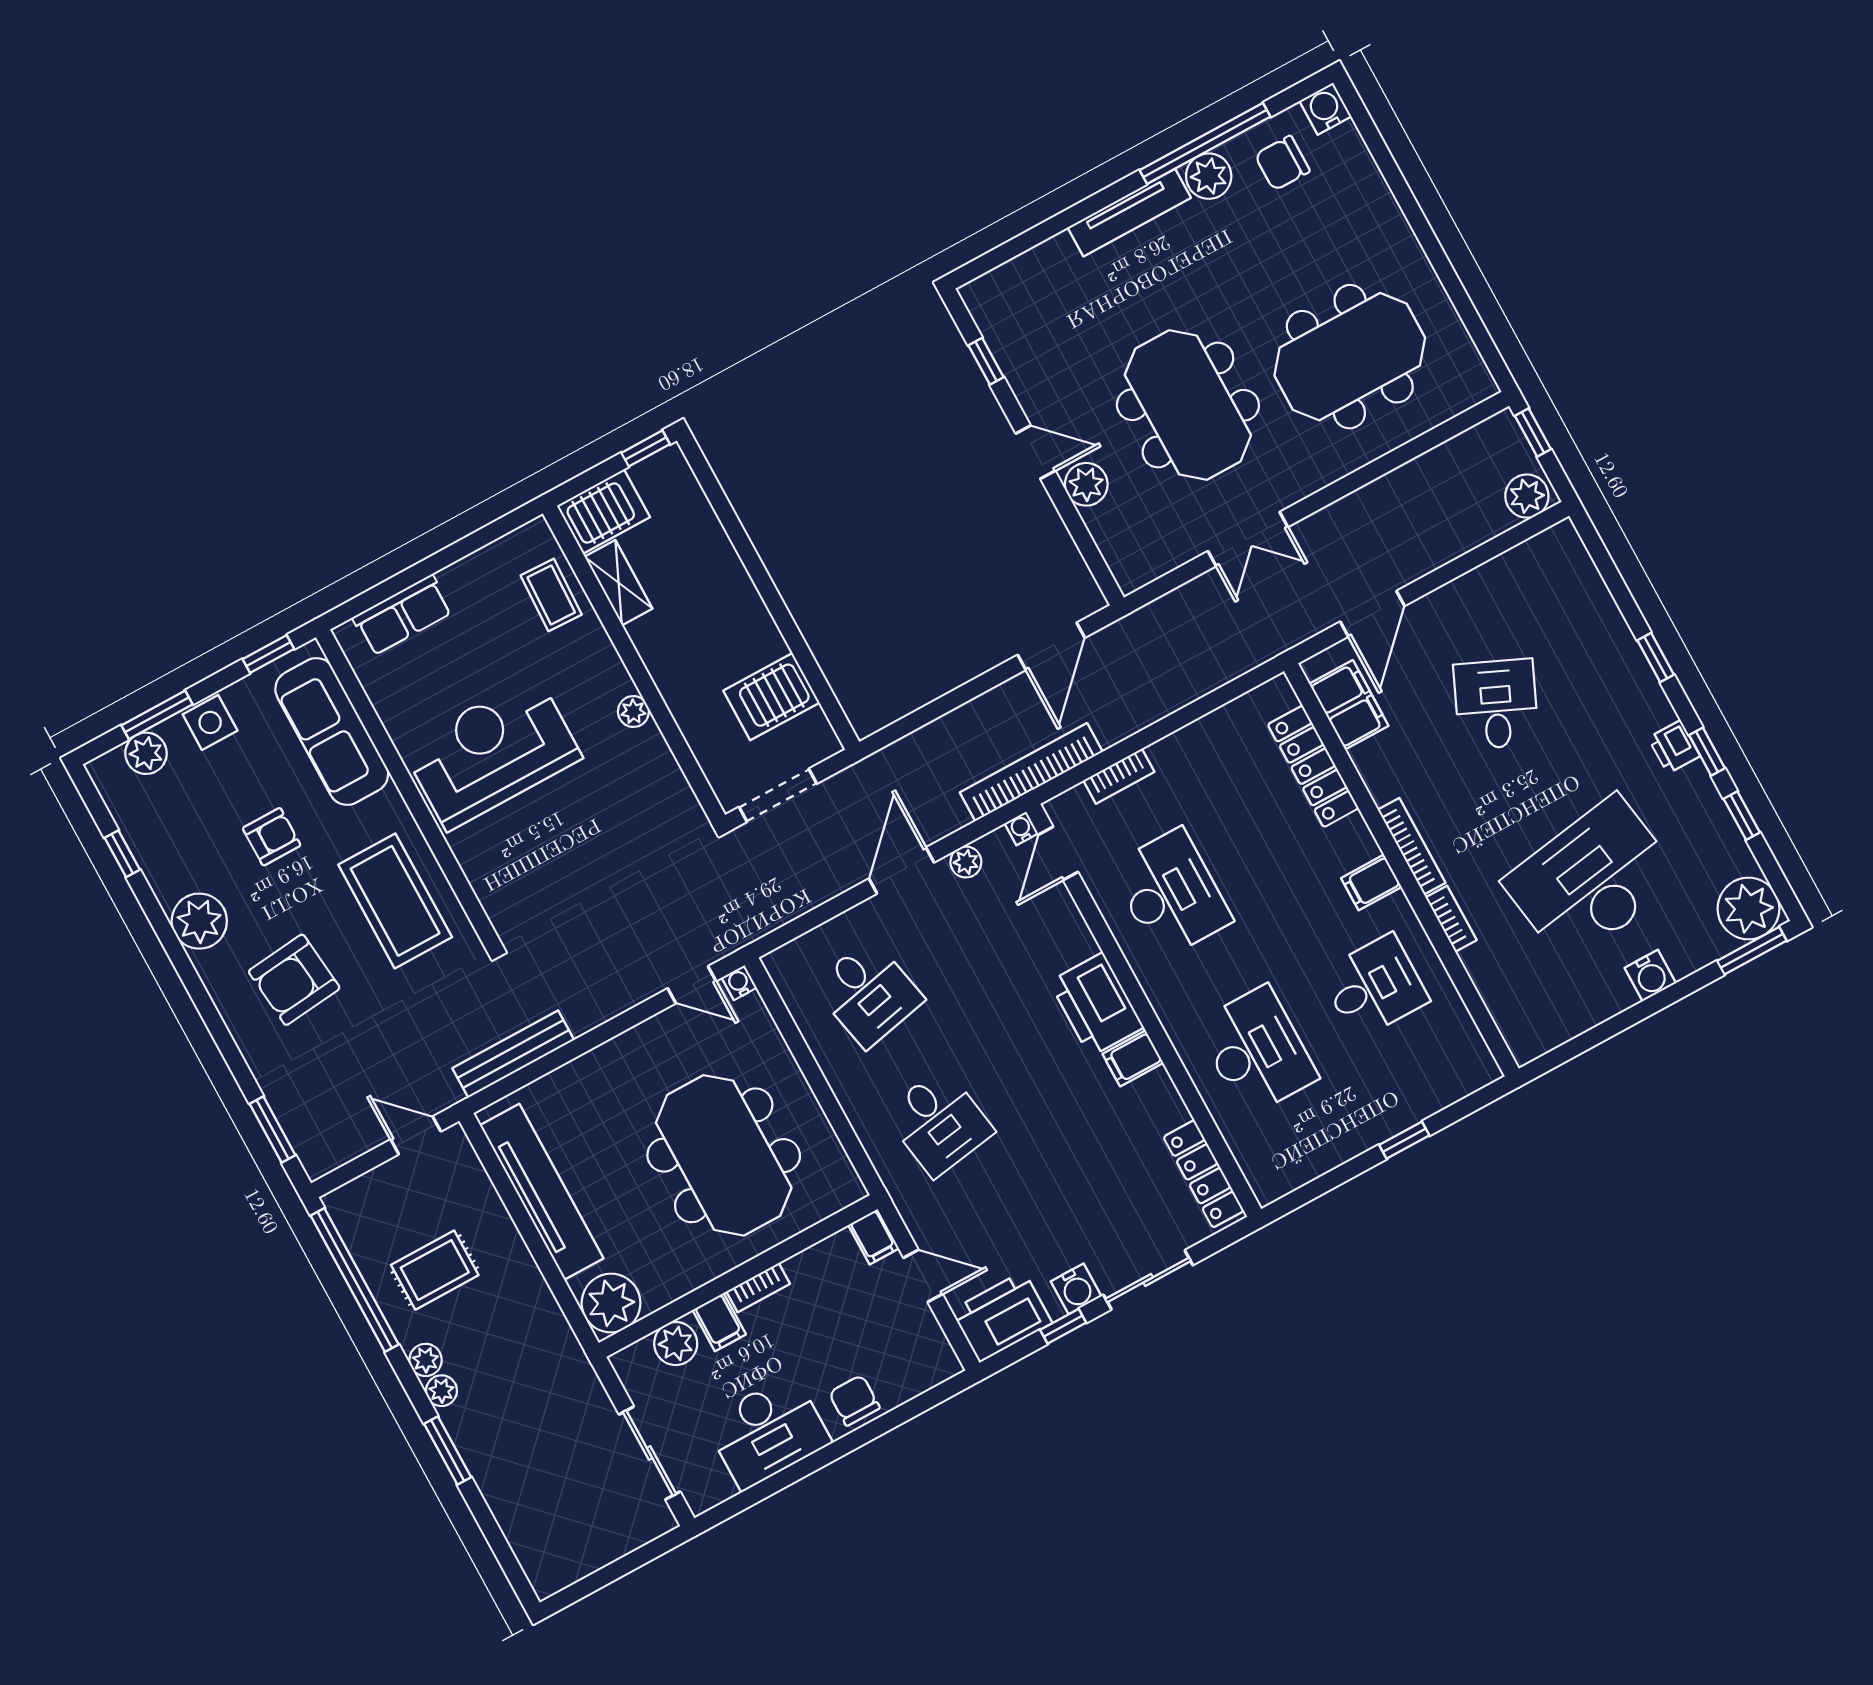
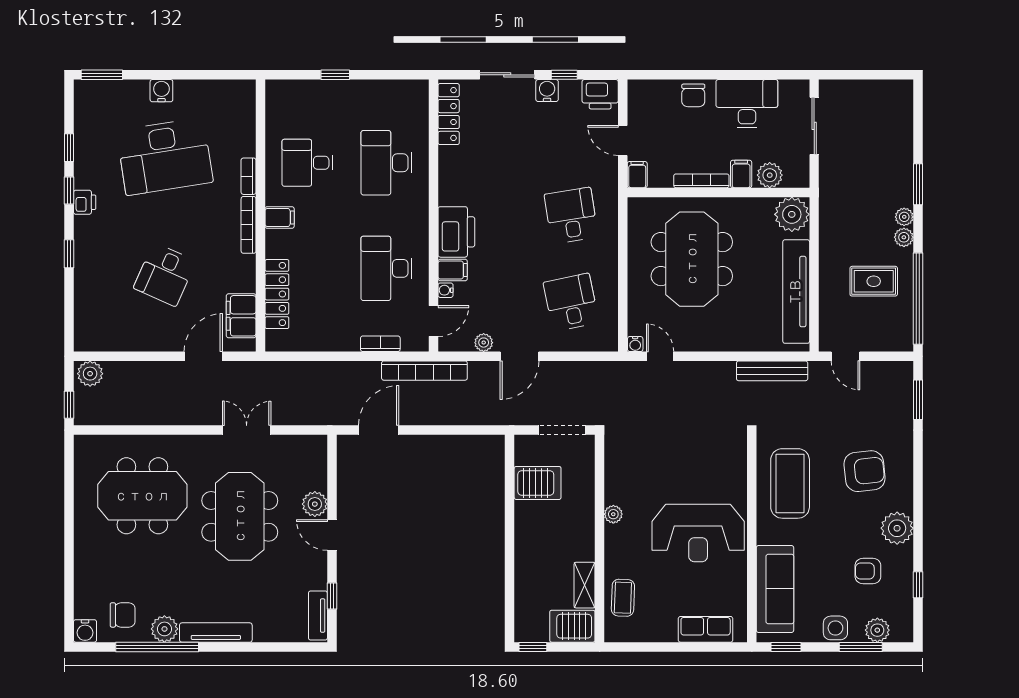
tv unit: (991, 321) -> (318, 616), added
water cooler: (1021, 828) -> (445, 290), moved, turned 90
armchair: (272, 837) -> (868, 571), moved
plant: (1748, 909) -> (92, 98), removed
filing cabinet: (1133, 1058) -> (453, 270), moved
bookcase: (758, 1288) -> (701, 181), width x1.56
printer: (1002, 1317) -> (600, 94), width x0.73, depth x0.84

